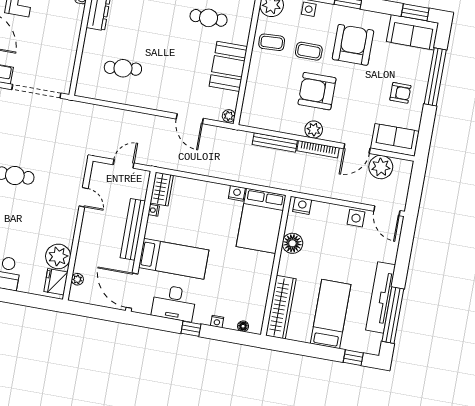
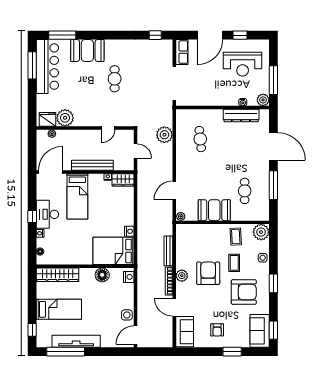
window: (435, 77) -> (232, 352), width x0.47
plant: (381, 167) -> (164, 135), moved
desk: (174, 303) -> (47, 214), moved

